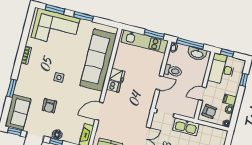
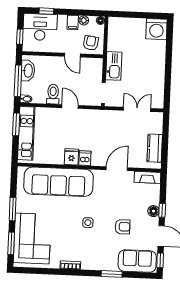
desk: (222, 69) -> (40, 27), moved, turned 180
door: (99, 111) -> (117, 169), swing flipped

